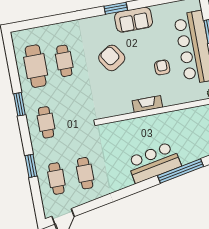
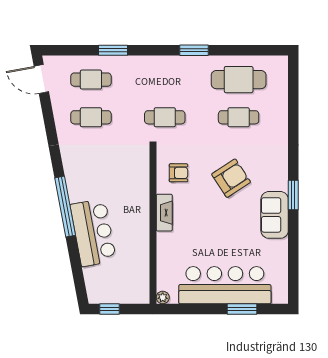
armchair: (162, 67) -> (179, 173), moved
cafe table: (46, 122) -> (165, 117), moved
bar counter: (154, 162) -> (93, 233), moved
window: (181, 171) -> (65, 207), moved

